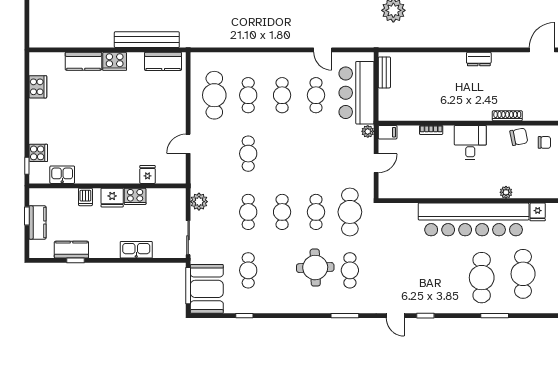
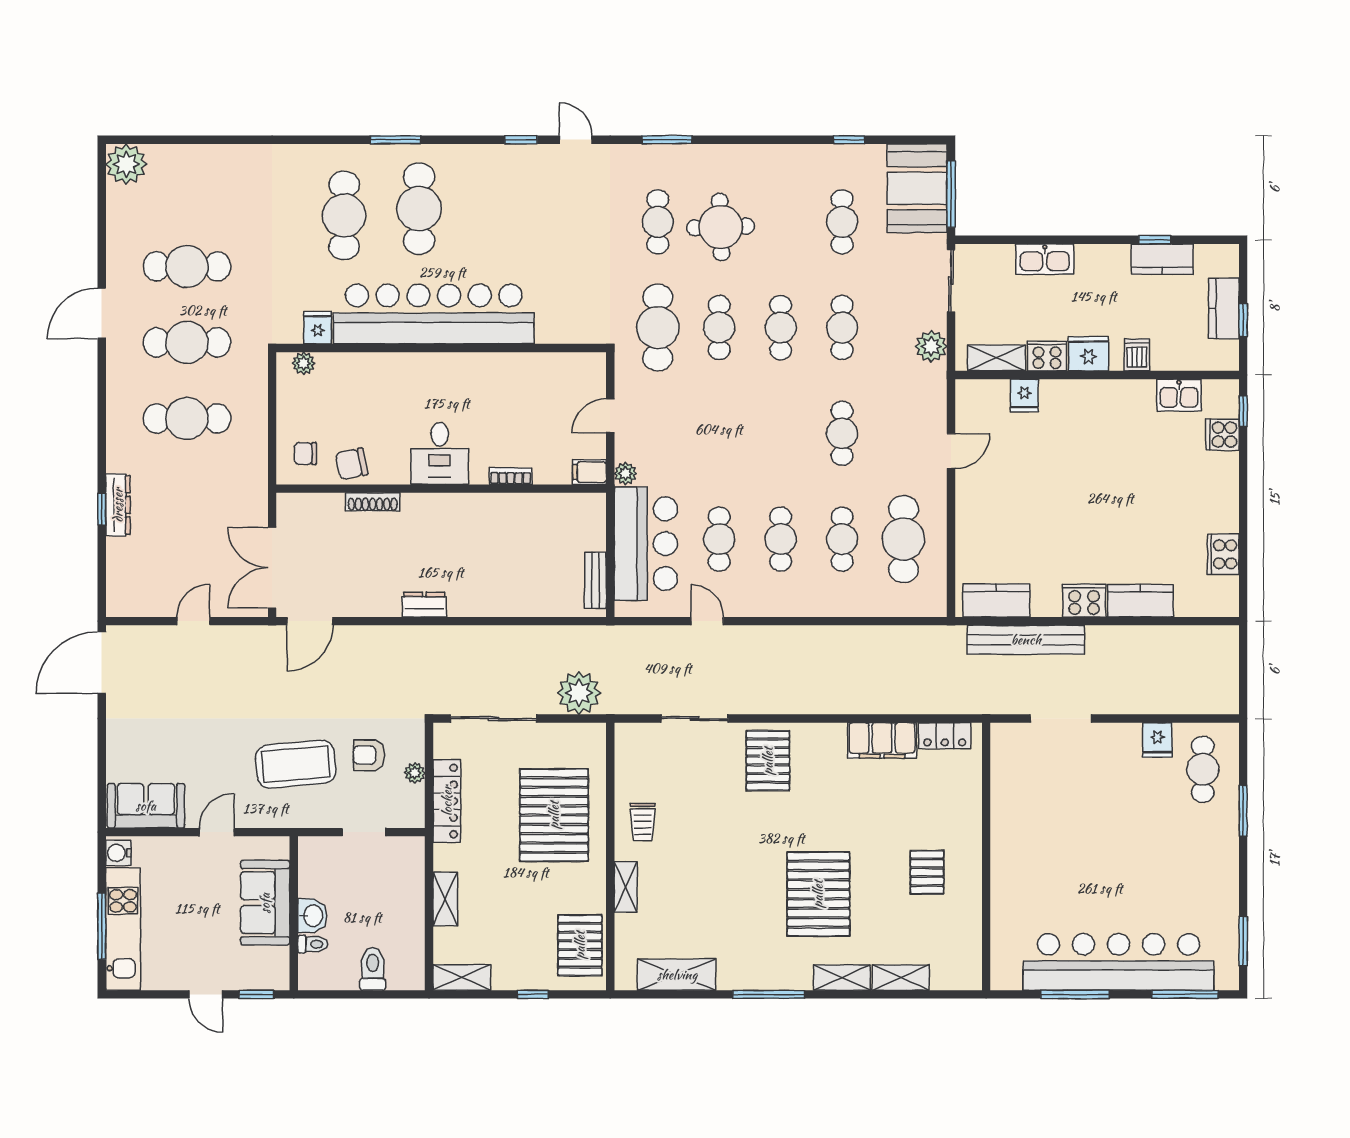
plant: (506, 192) -> (304, 363), moved
shelving: (163, 195) -> (997, 358), added

